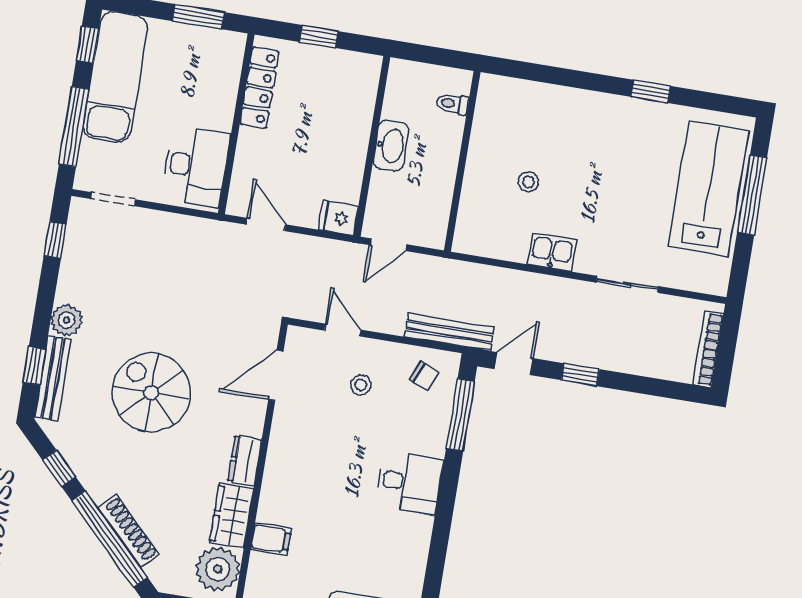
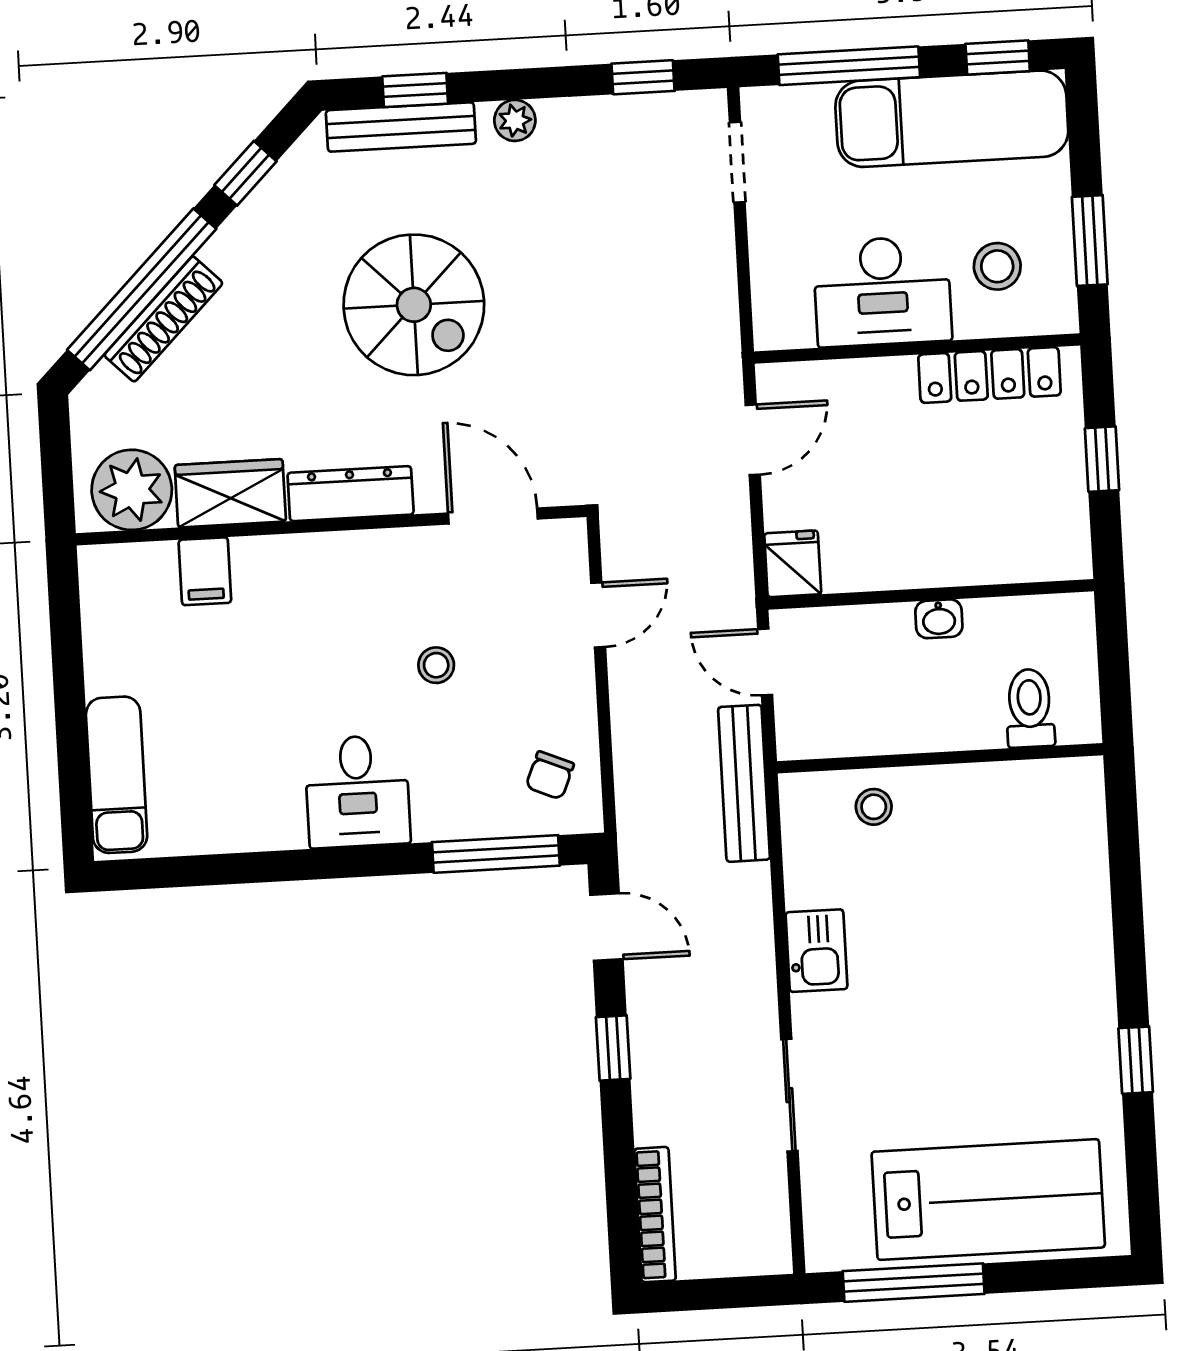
stool: (201, 70) -> (997, 266), added
toilet: (452, 104) -> (1030, 708), width x1.37, depth x1.39
washbasin: (391, 146) -> (939, 619), width x0.52, depth x0.69
desk: (196, 166) -> (882, 291), moved
stool: (528, 182) -> (874, 807), moved
window: (752, 195) -> (914, 1283), moved
plant: (67, 320) -> (515, 120), width x0.73, depth x0.73
bench: (449, 332) -> (744, 783), moved
bookcase: (708, 349) -> (655, 1215), moved, turned 90
stool: (361, 385) -> (436, 665), moved
spiral stairs: (151, 393) -> (414, 305), turned 90
dresser: (245, 461) -> (351, 494), width x1.44

